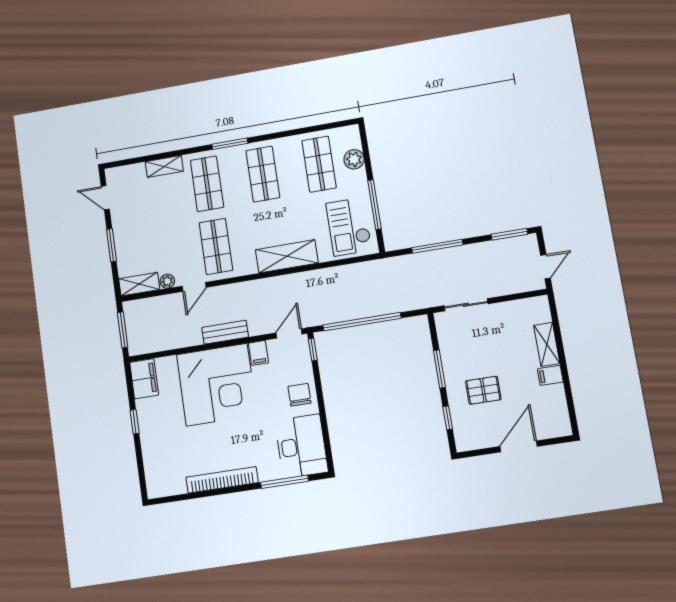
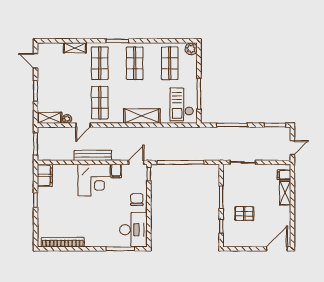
plant: (354, 159) -> (191, 49), moved
bench: (225, 332) -> (93, 155), width x1.36
filing cabinet: (550, 375) -> (284, 175), moved
corner desk: (217, 385) -> (94, 180), width x0.74, depth x0.74
door: (519, 446) -> (277, 249), moved
bookcase: (222, 480) -> (63, 242), moved

